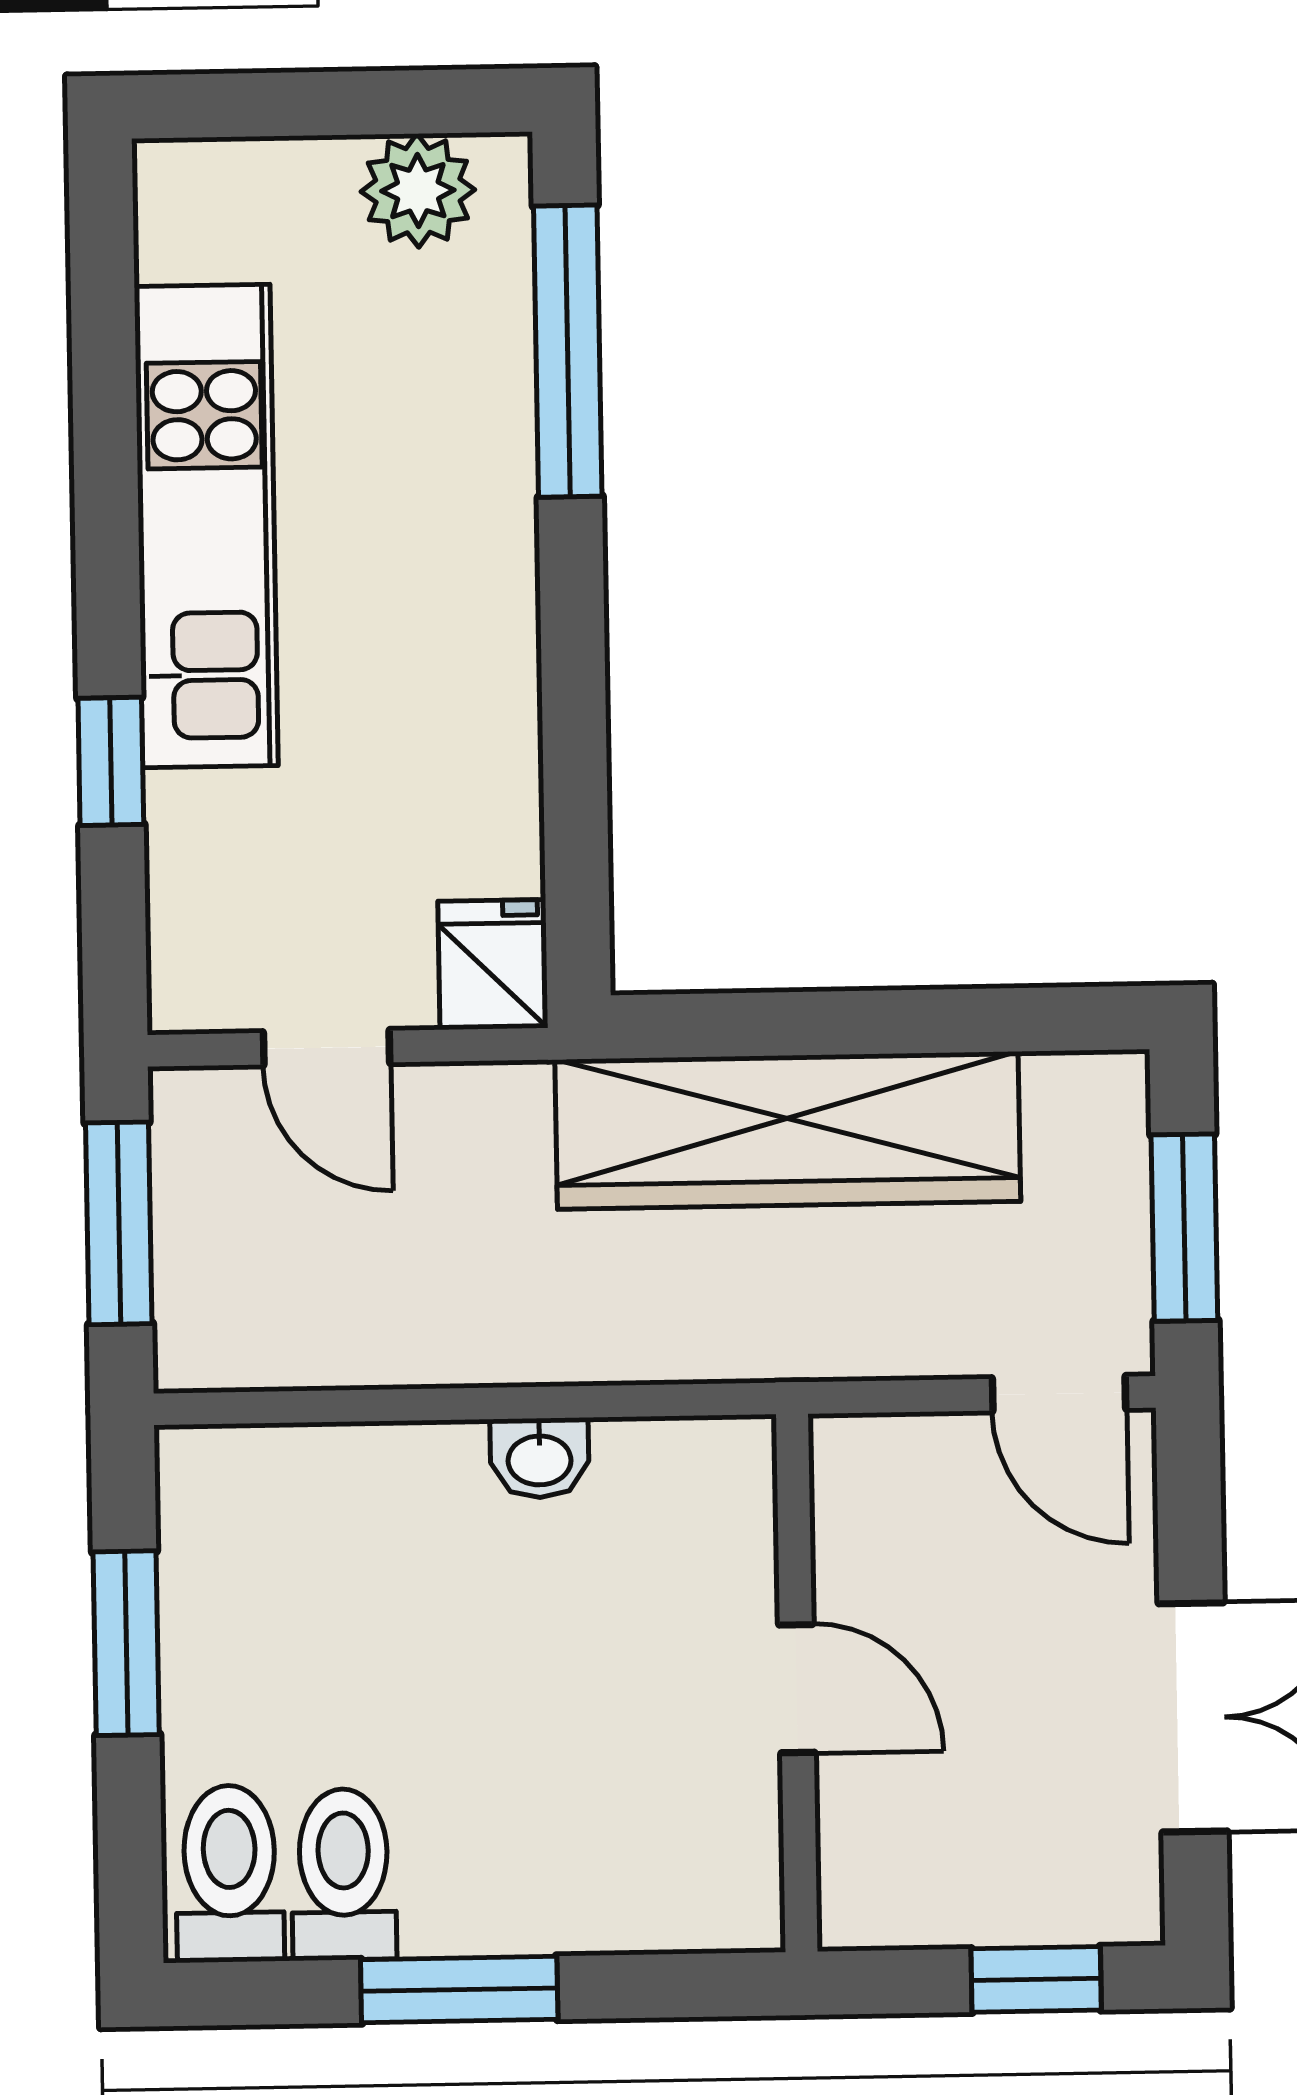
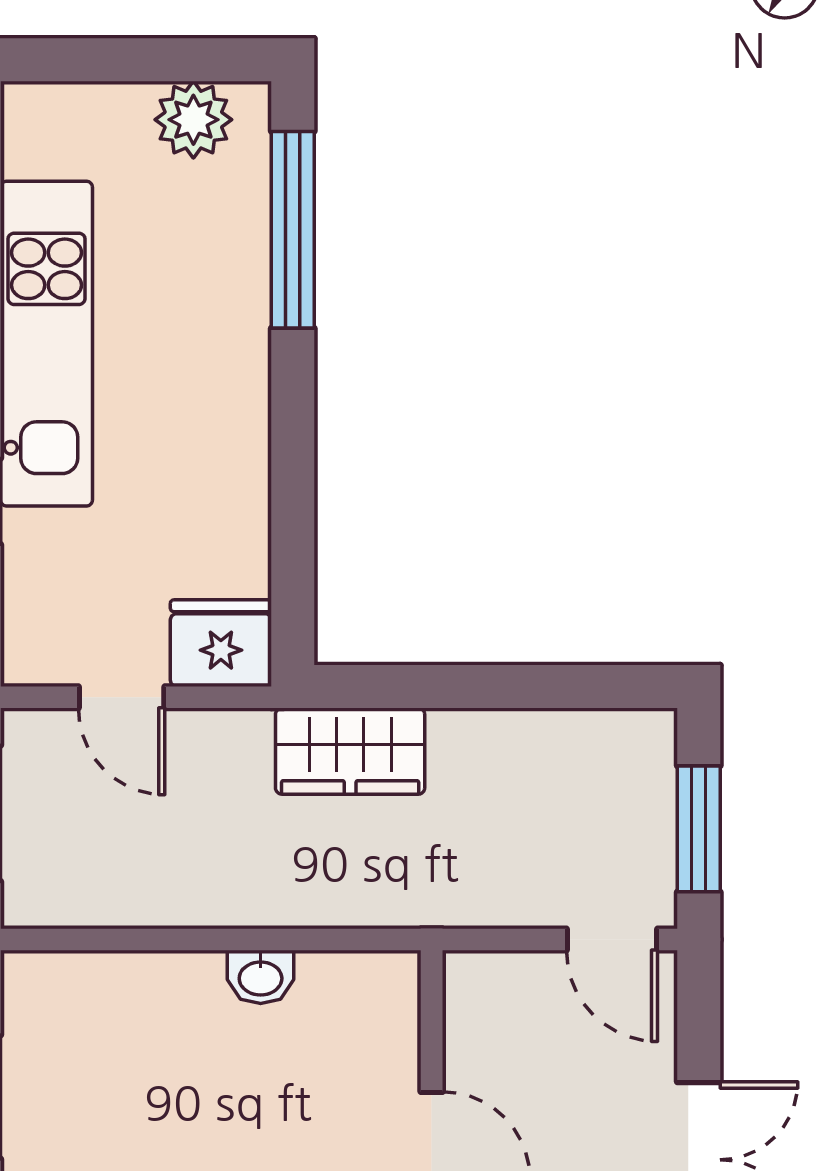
fridge: (493, 965) -> (221, 643), width x1.38
wardrobe: (788, 1130) -> (350, 751), width x0.48, depth x0.85

